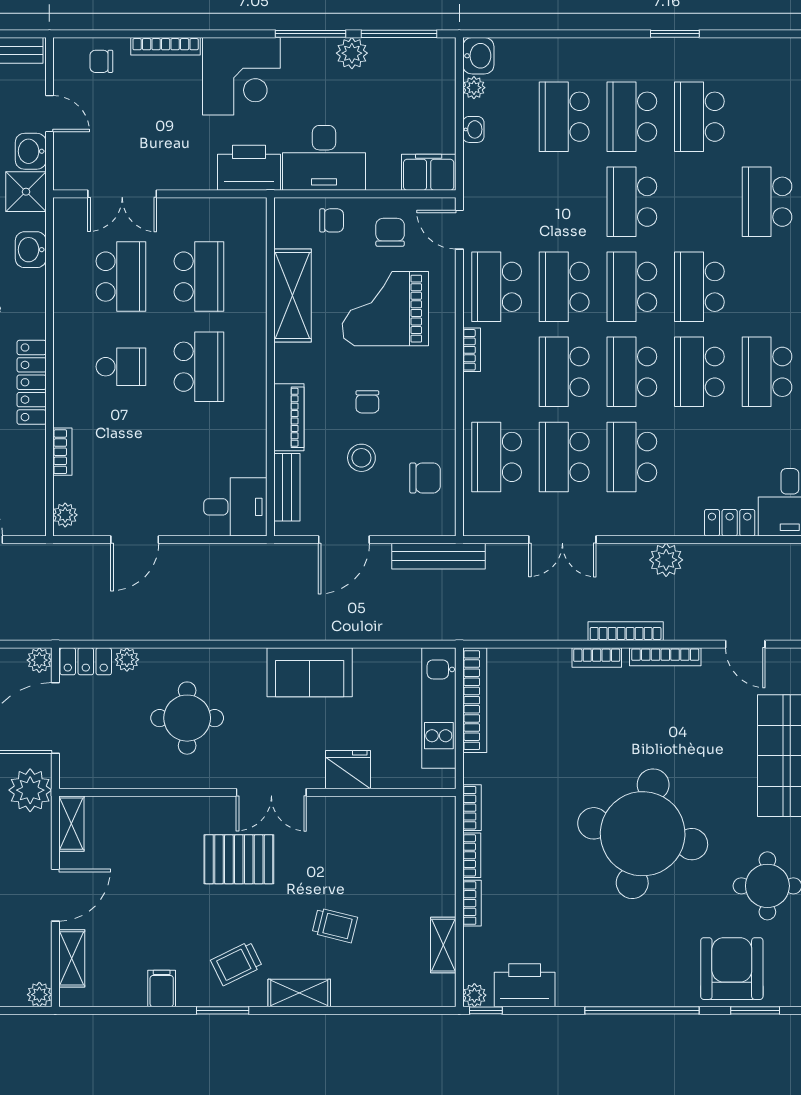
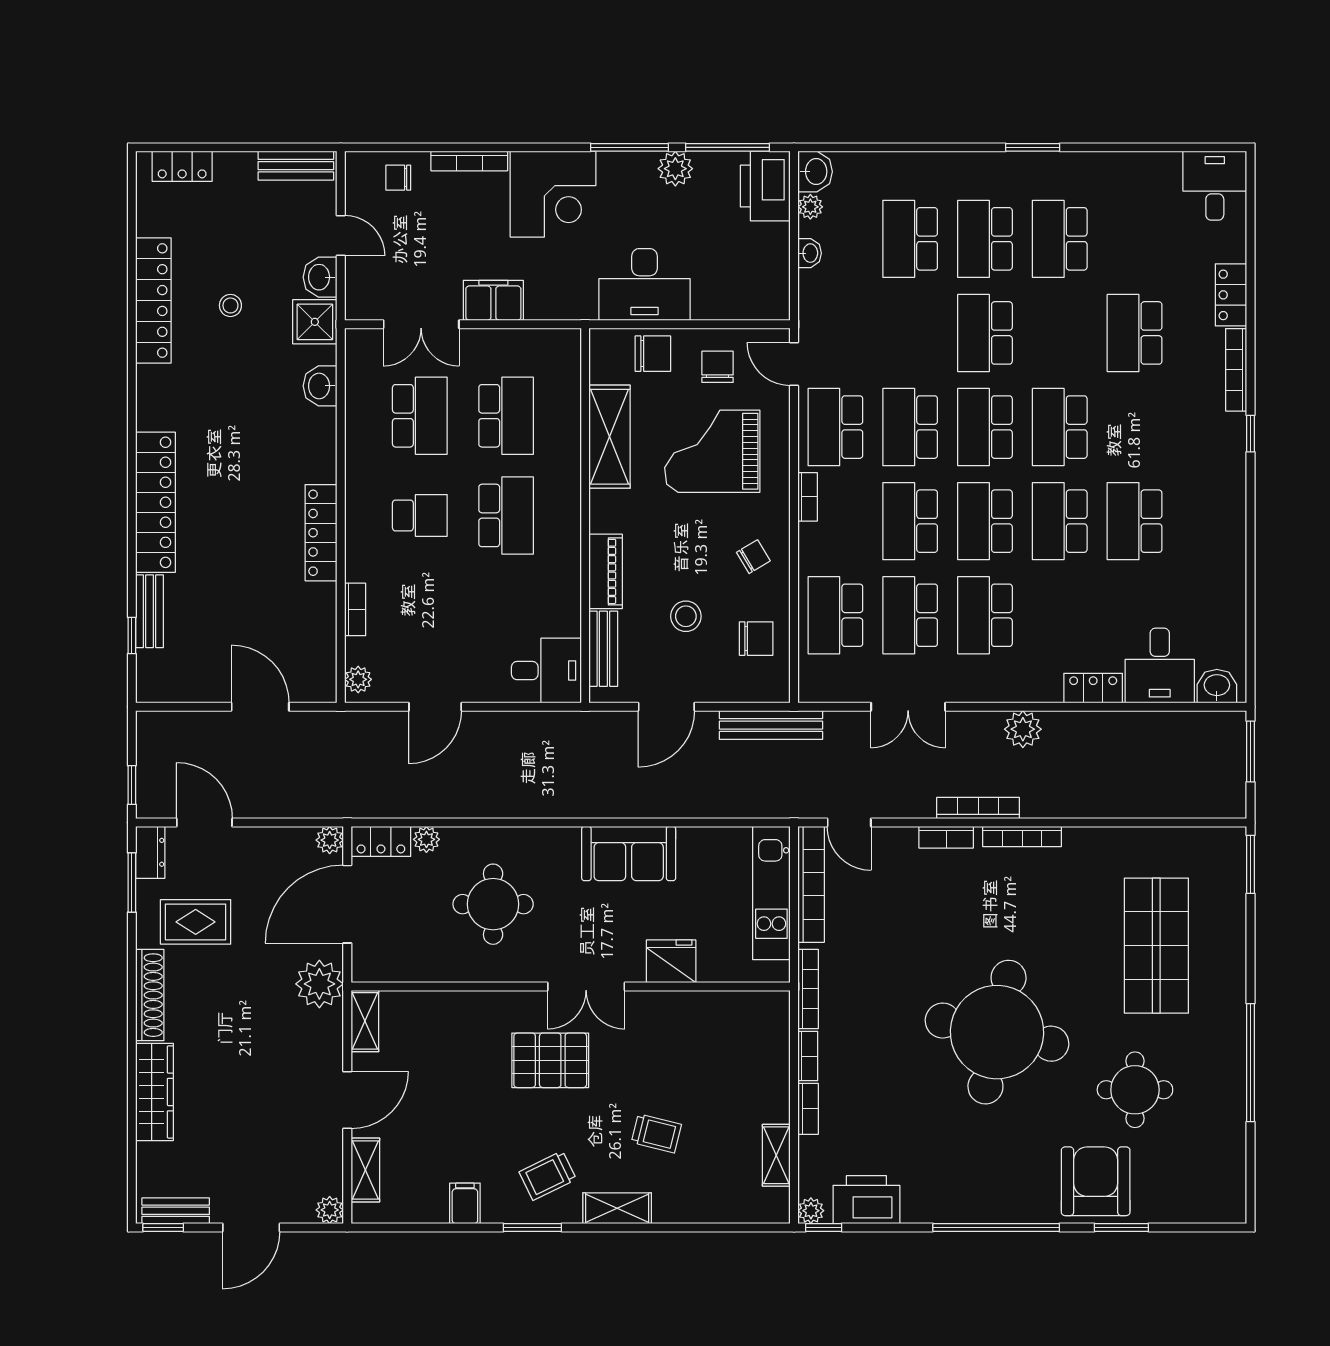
printer: (249, 168) -> (765, 186), moved, turned -90
filing cabinet: (429, 172) -> (493, 300), moved
chair: (332, 220) -> (653, 354), width x1.37, depth x1.37
chair: (367, 402) -> (753, 557), moved, turned -121
door: (745, 644) -> (849, 822), moved
bookcase: (472, 808) -> (808, 989), width x1.56

